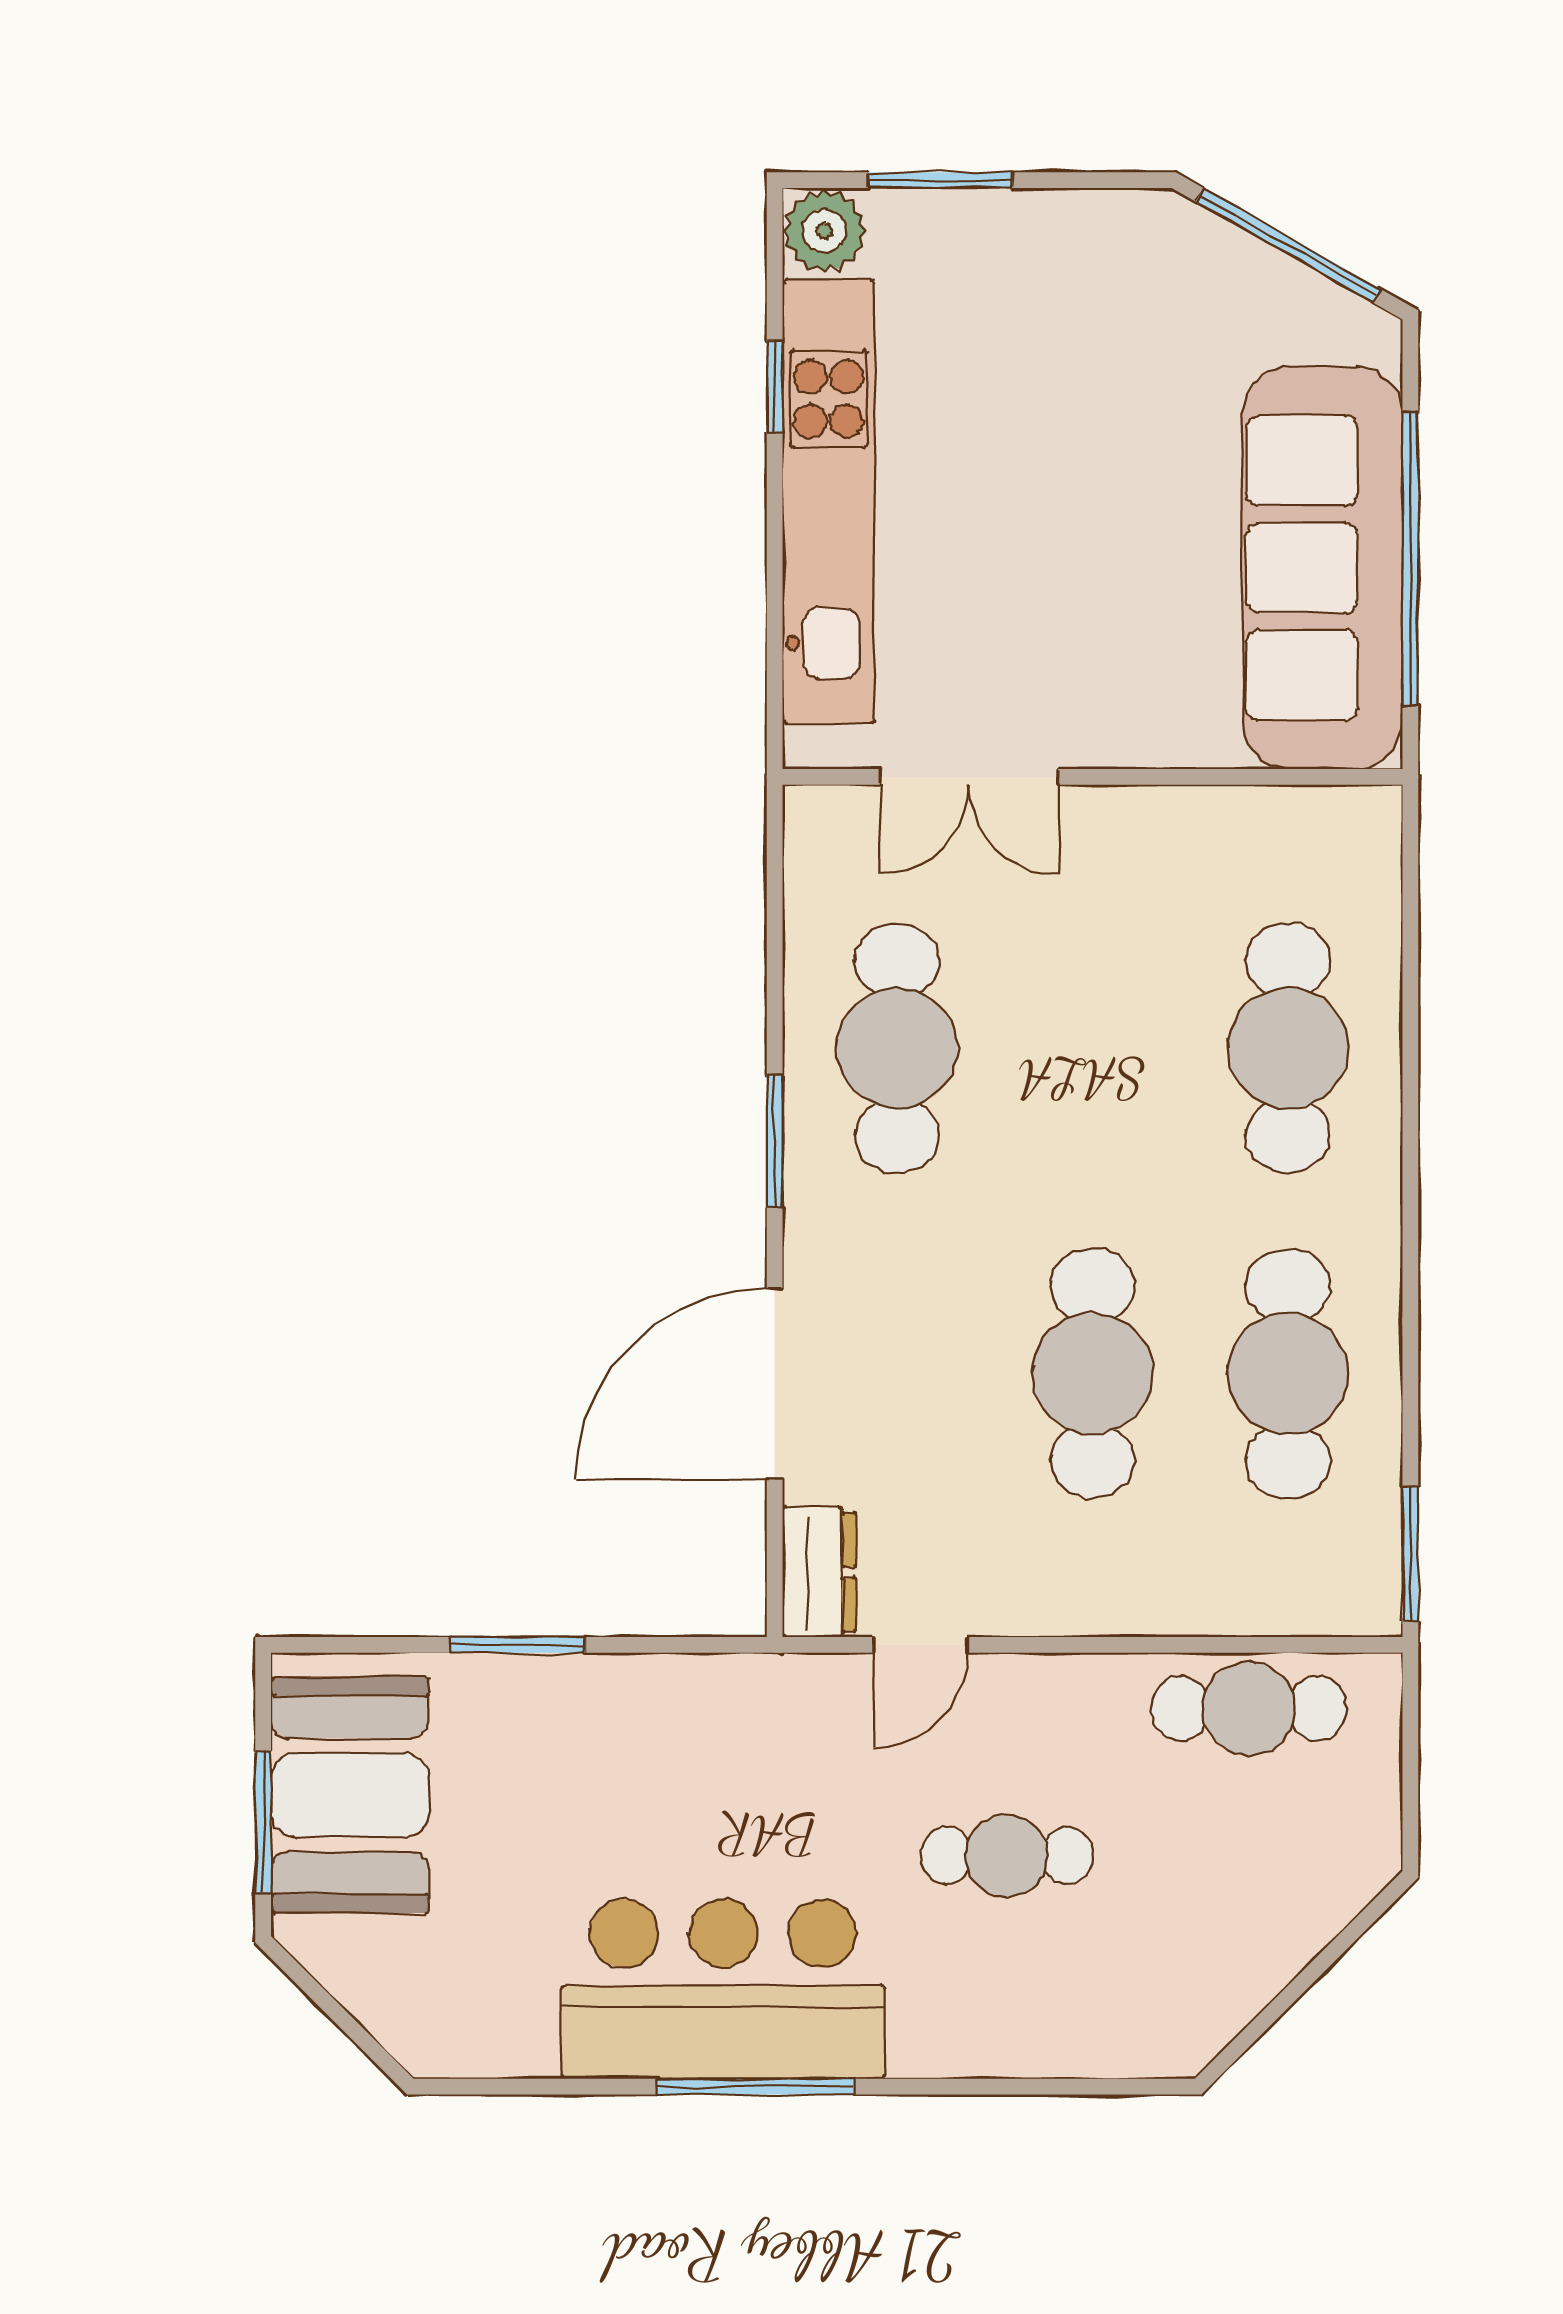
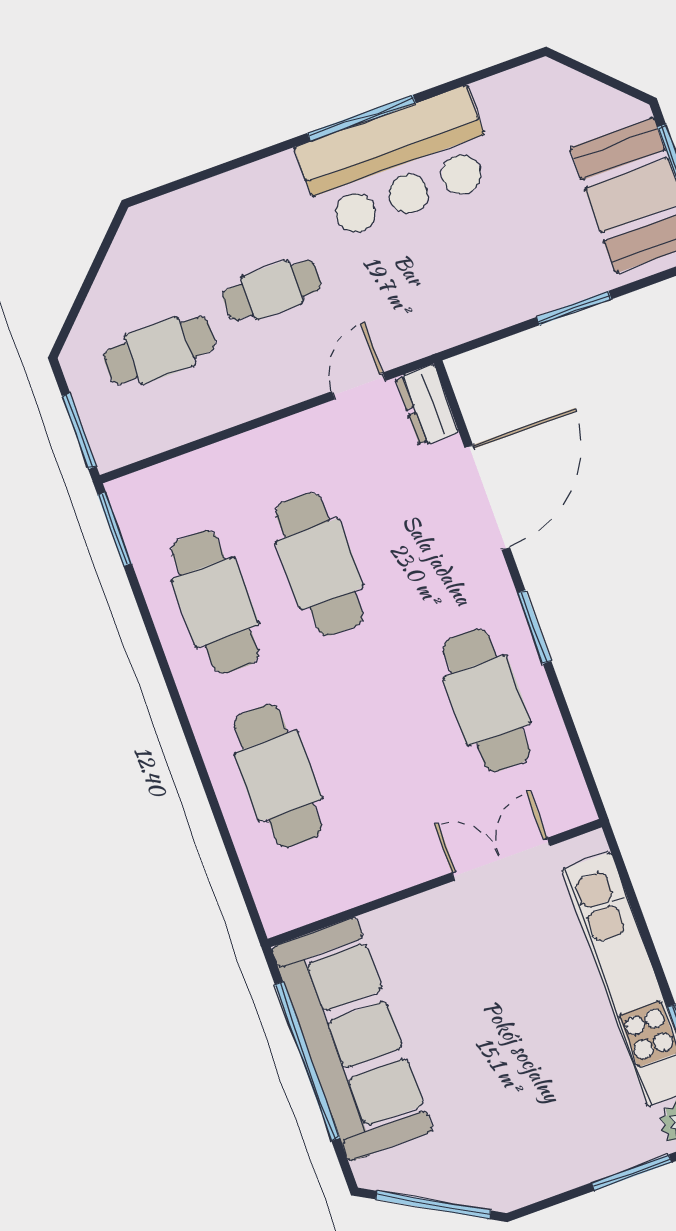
cafe table: (1249, 1708) -> (159, 350), moved
window: (1410, 1738) -> (79, 431), added

